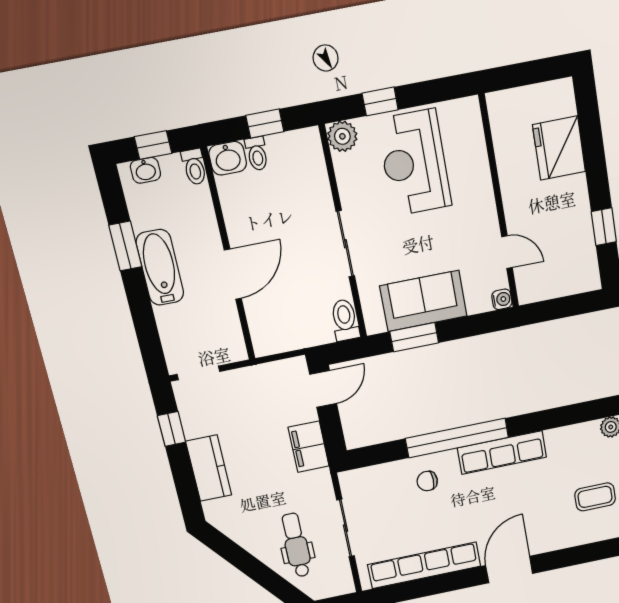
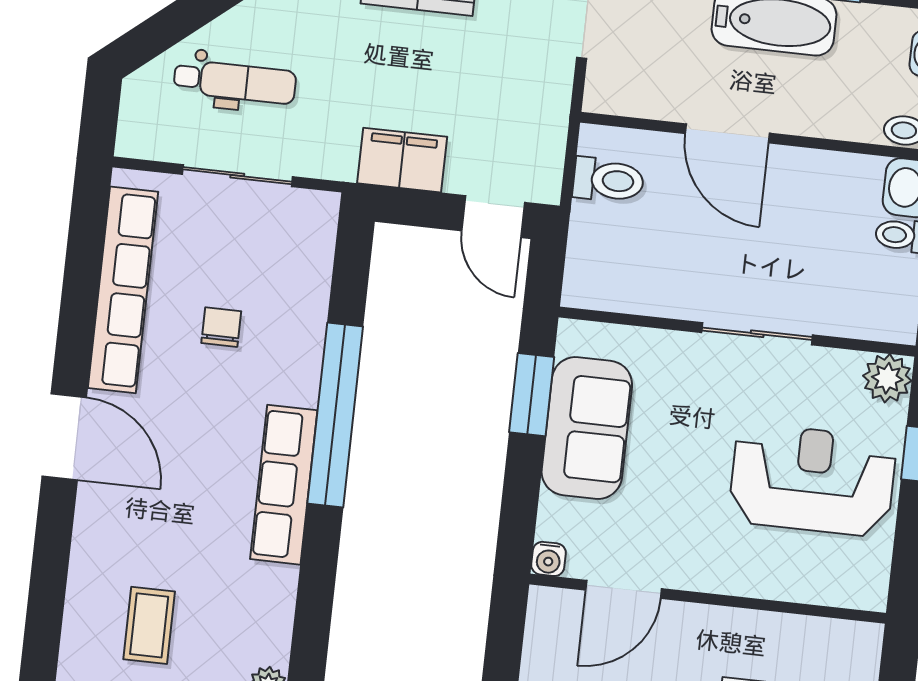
sliding door: (345, 244) -> (757, 334), moved
door: (507, 252) -> (624, 589), width x1.38
toilet: (345, 320) -> (608, 180), moved
chair: (427, 481) -> (221, 327), moved

